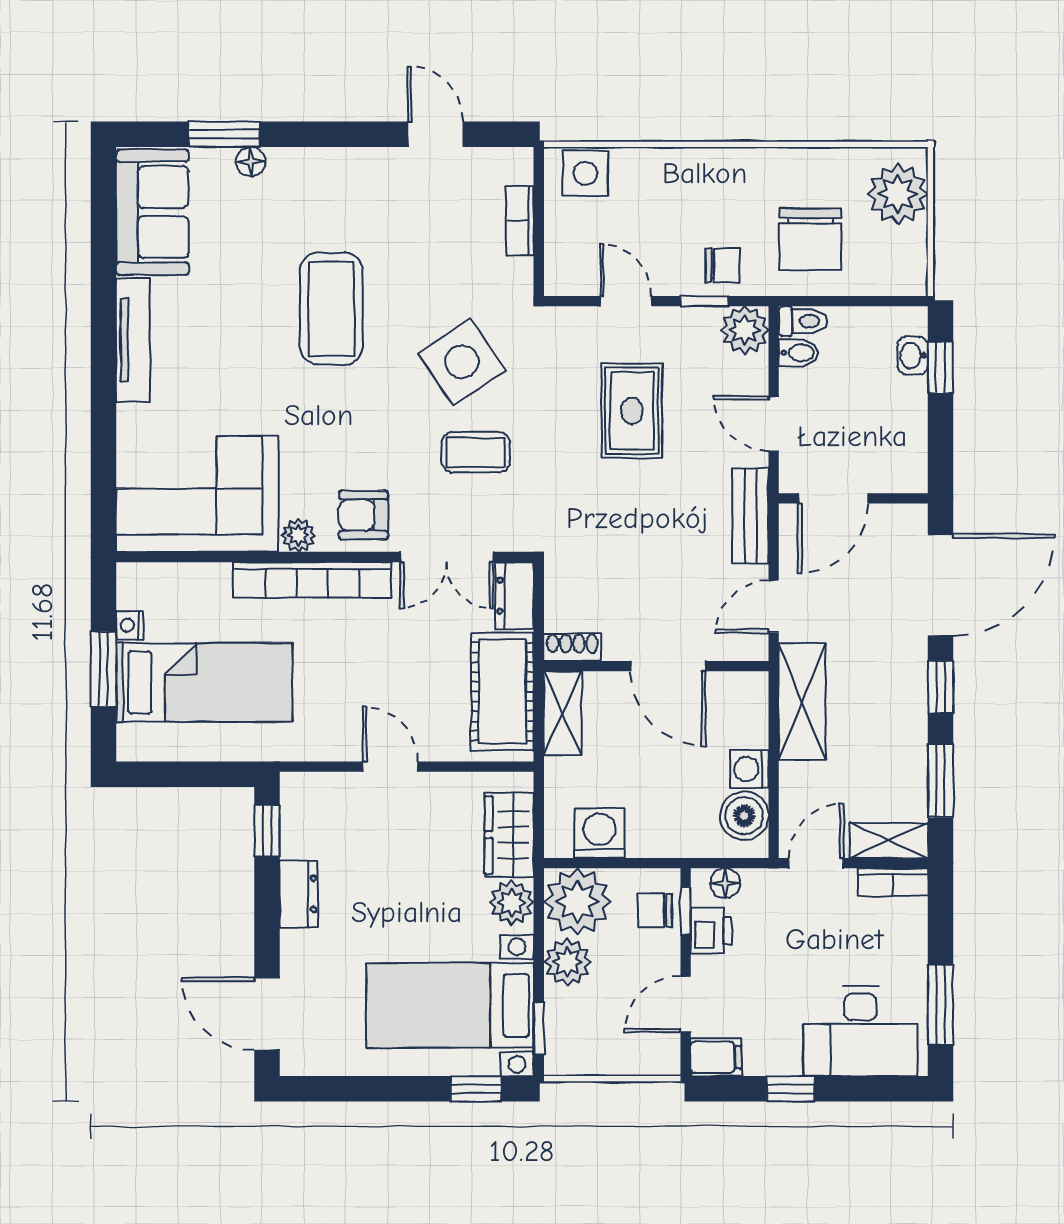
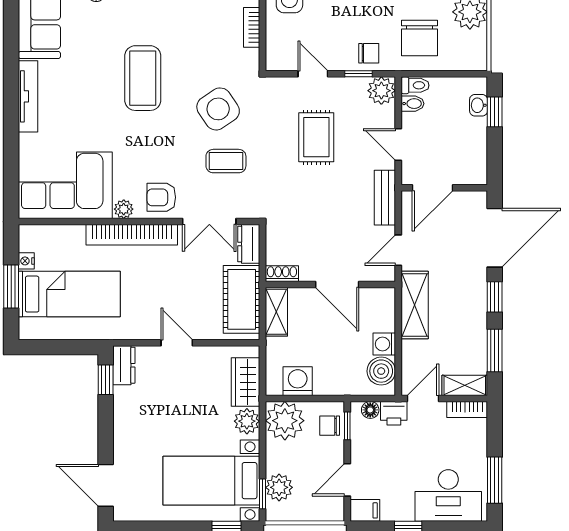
dresser: (299, 894) -> (124, 365), moved
printer: (711, 931) -> (394, 413), moved, turned 90
plant: (567, 962) -> (279, 487), moved

